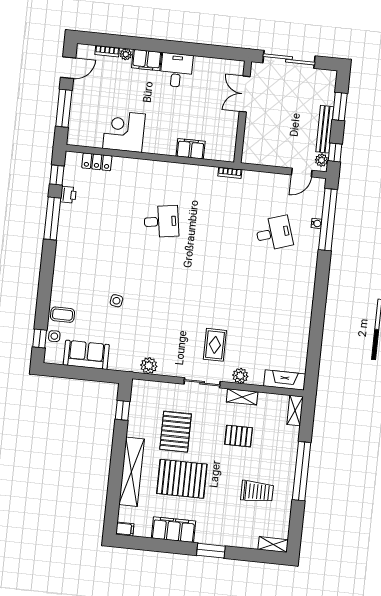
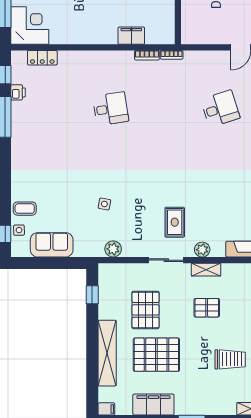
corner desk: (124, 131) -> (30, 26), moved, turned 90
bookcase: (204, 170) -> (147, 55), added
side table: (116, 301) -> (104, 204), moved

